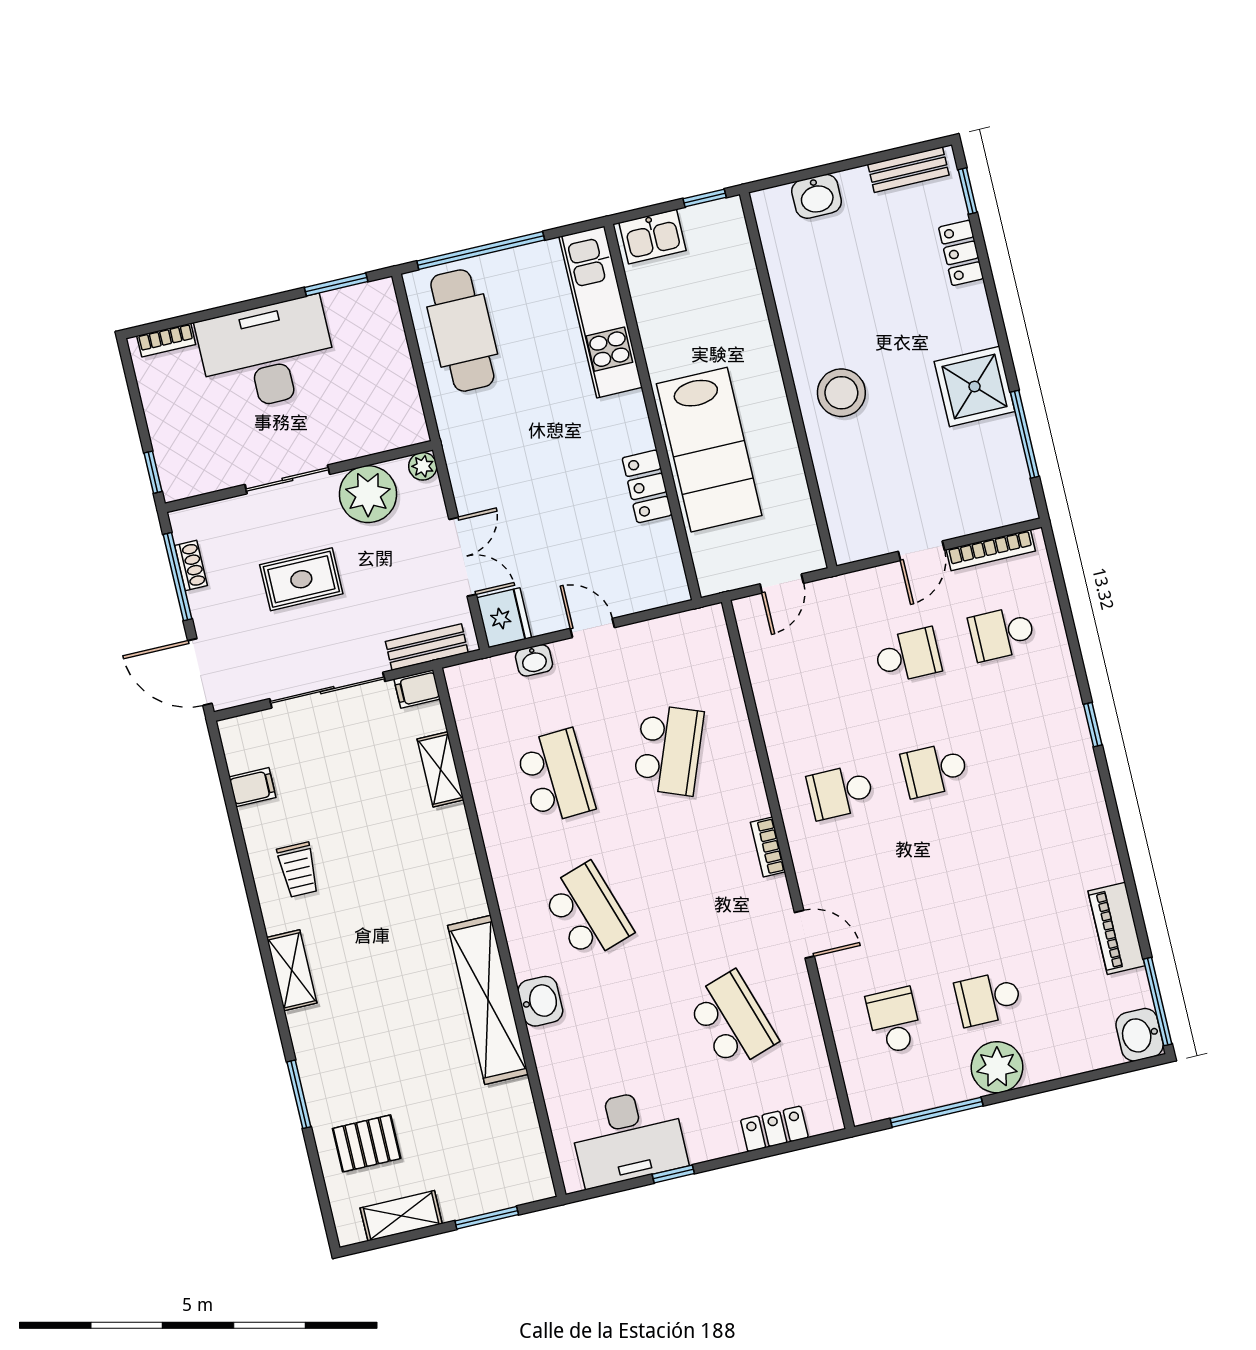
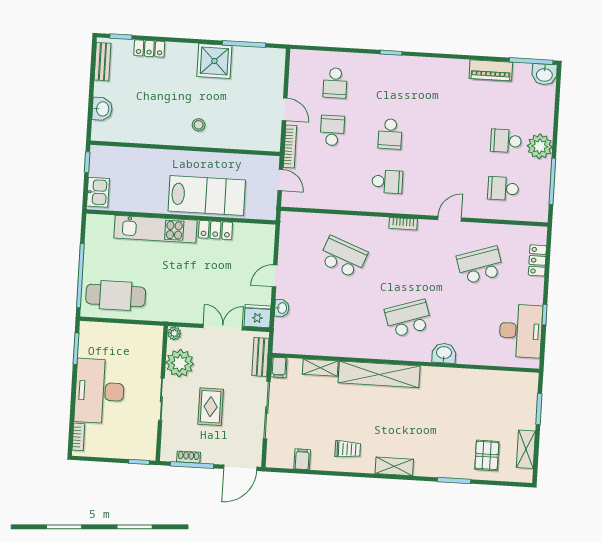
kitchen unit: (601, 312) -> (155, 229), moved
stool: (841, 393) -> (199, 125), width x0.53, depth x0.53
bookcase: (991, 550) -> (290, 146), moved
school desk: (555, 776) -> (340, 314), removed
school desk: (840, 792) -> (387, 182), turned -90
school desk: (988, 999) -> (506, 141), turned 90
shelving: (488, 1000) -> (379, 374), moved

